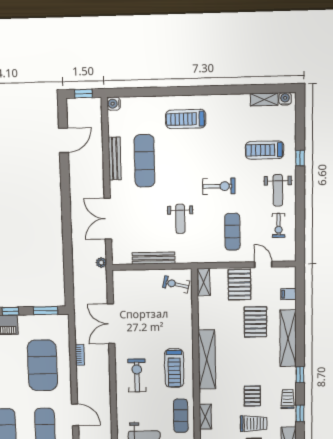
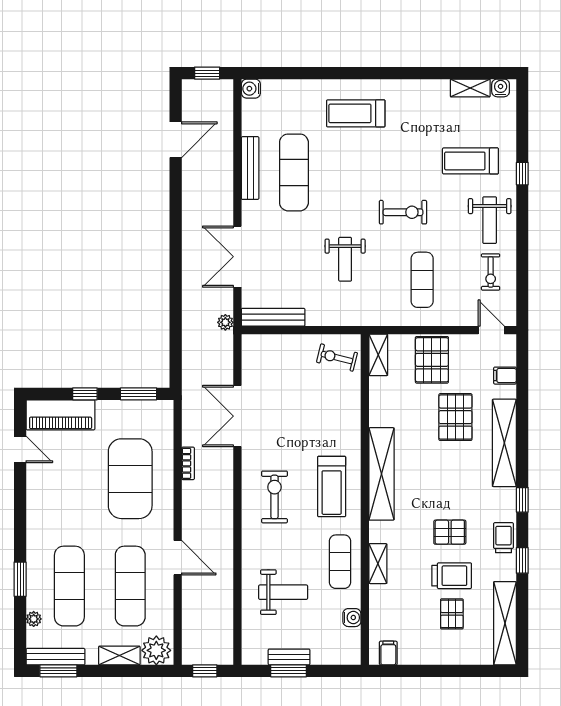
bench: (153, 258) -> (273, 317), moved
door: (263, 265) -> (491, 330), moved
pallet: (252, 396) -> (450, 532), turned 90

